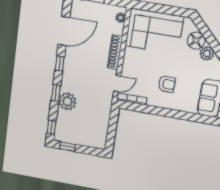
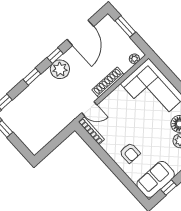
door: (64, 31) -> (80, 33), hinge flipped
armchair: (167, 84) -> (130, 153), moved
plant: (67, 101) -> (60, 69), moved

